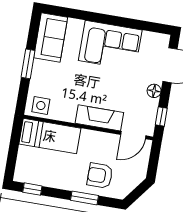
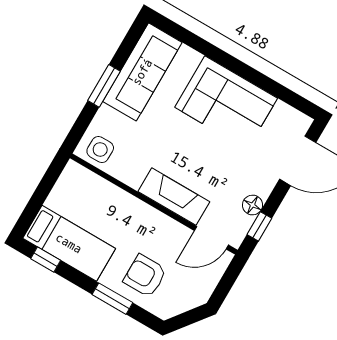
sofa: (51, 37) -> (142, 72), width x1.36
floor lamp: (154, 91) -> (253, 205), moved
bed: (50, 136) -> (69, 243), moved

